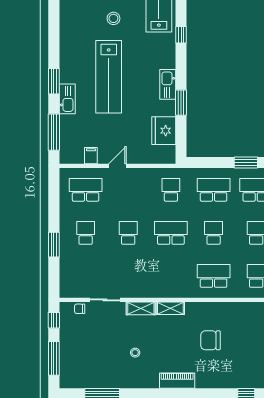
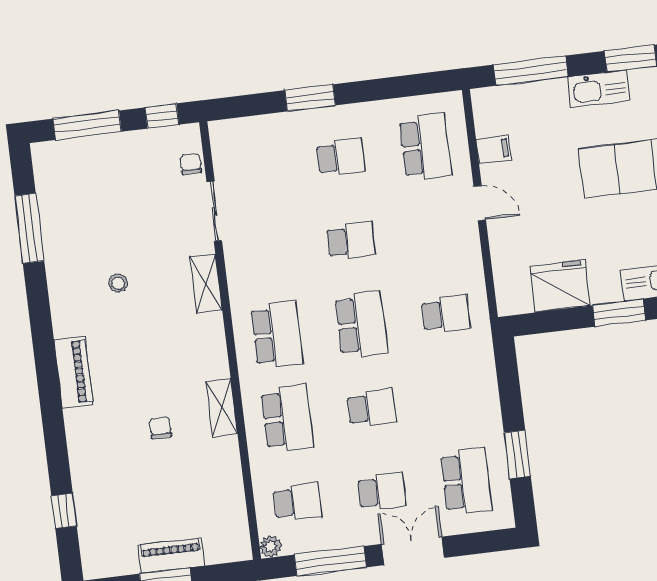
school desk: (214, 190) -> (277, 335), moved
shelving: (170, 308) -> (222, 408), moved
chair: (210, 340) -> (160, 428), width x0.54, depth x0.54

